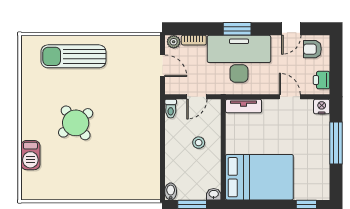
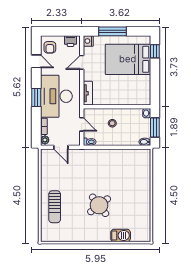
sun lounger: (73, 56) -> (55, 207), width x0.73, depth x0.75
door: (162, 66) -> (61, 147), swing flipped
bed: (259, 177) -> (128, 59), moved, turned -90

